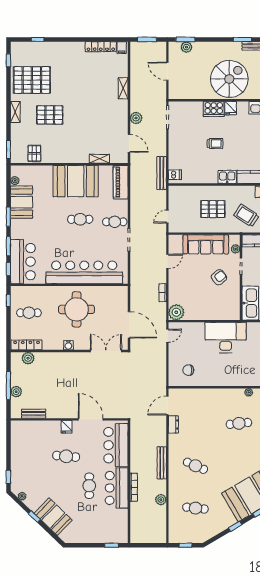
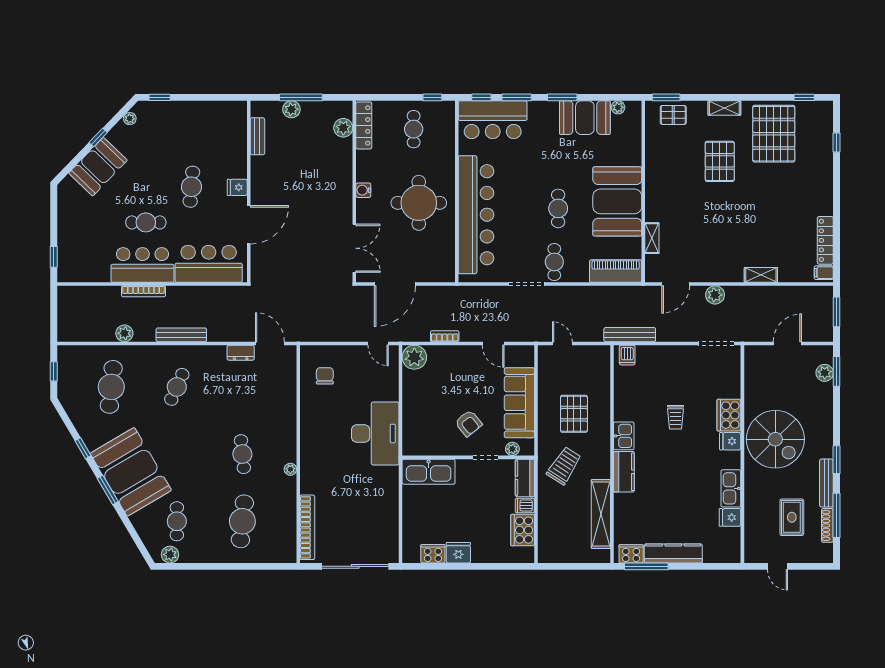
pallet: (34, 153) -> (673, 115), moved
cafe table: (196, 508) -> (111, 387), width x1.37, depth x1.35

